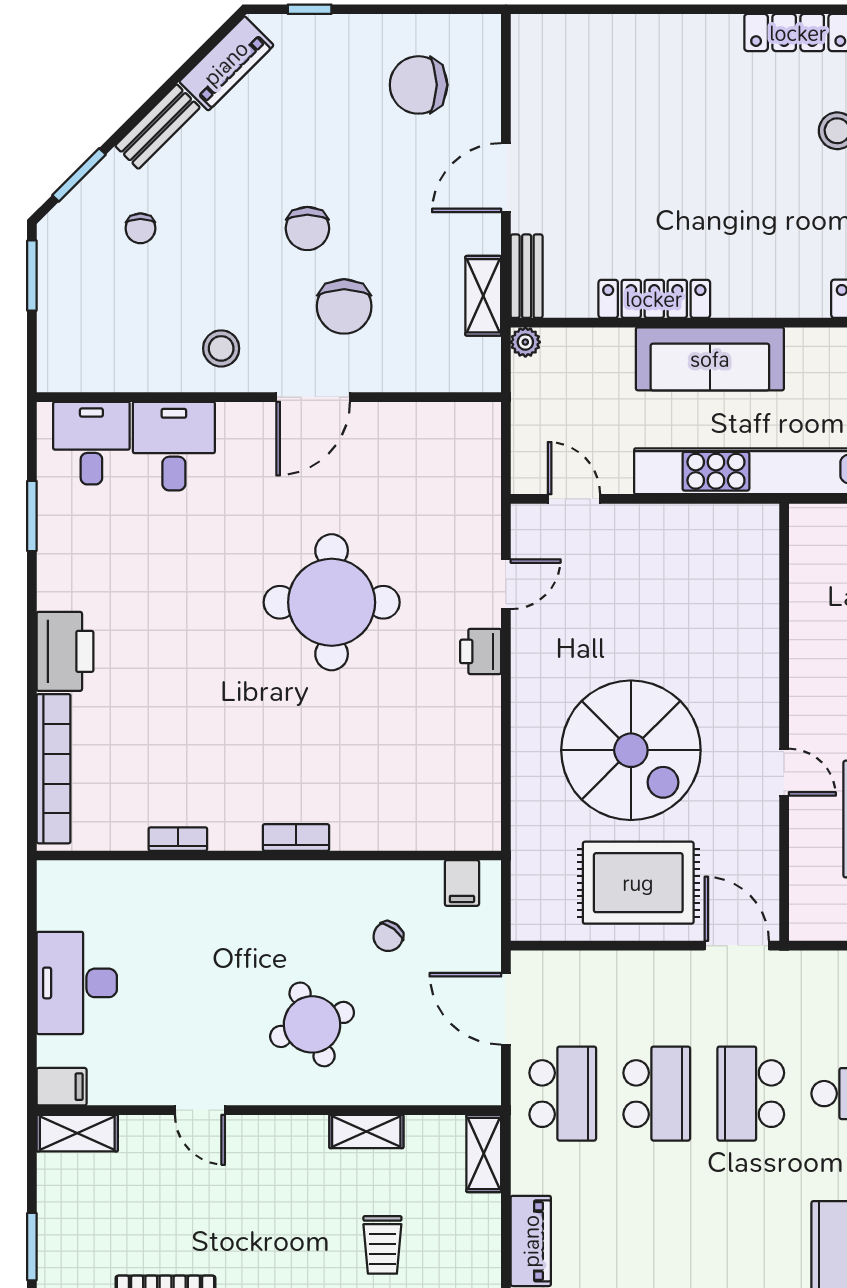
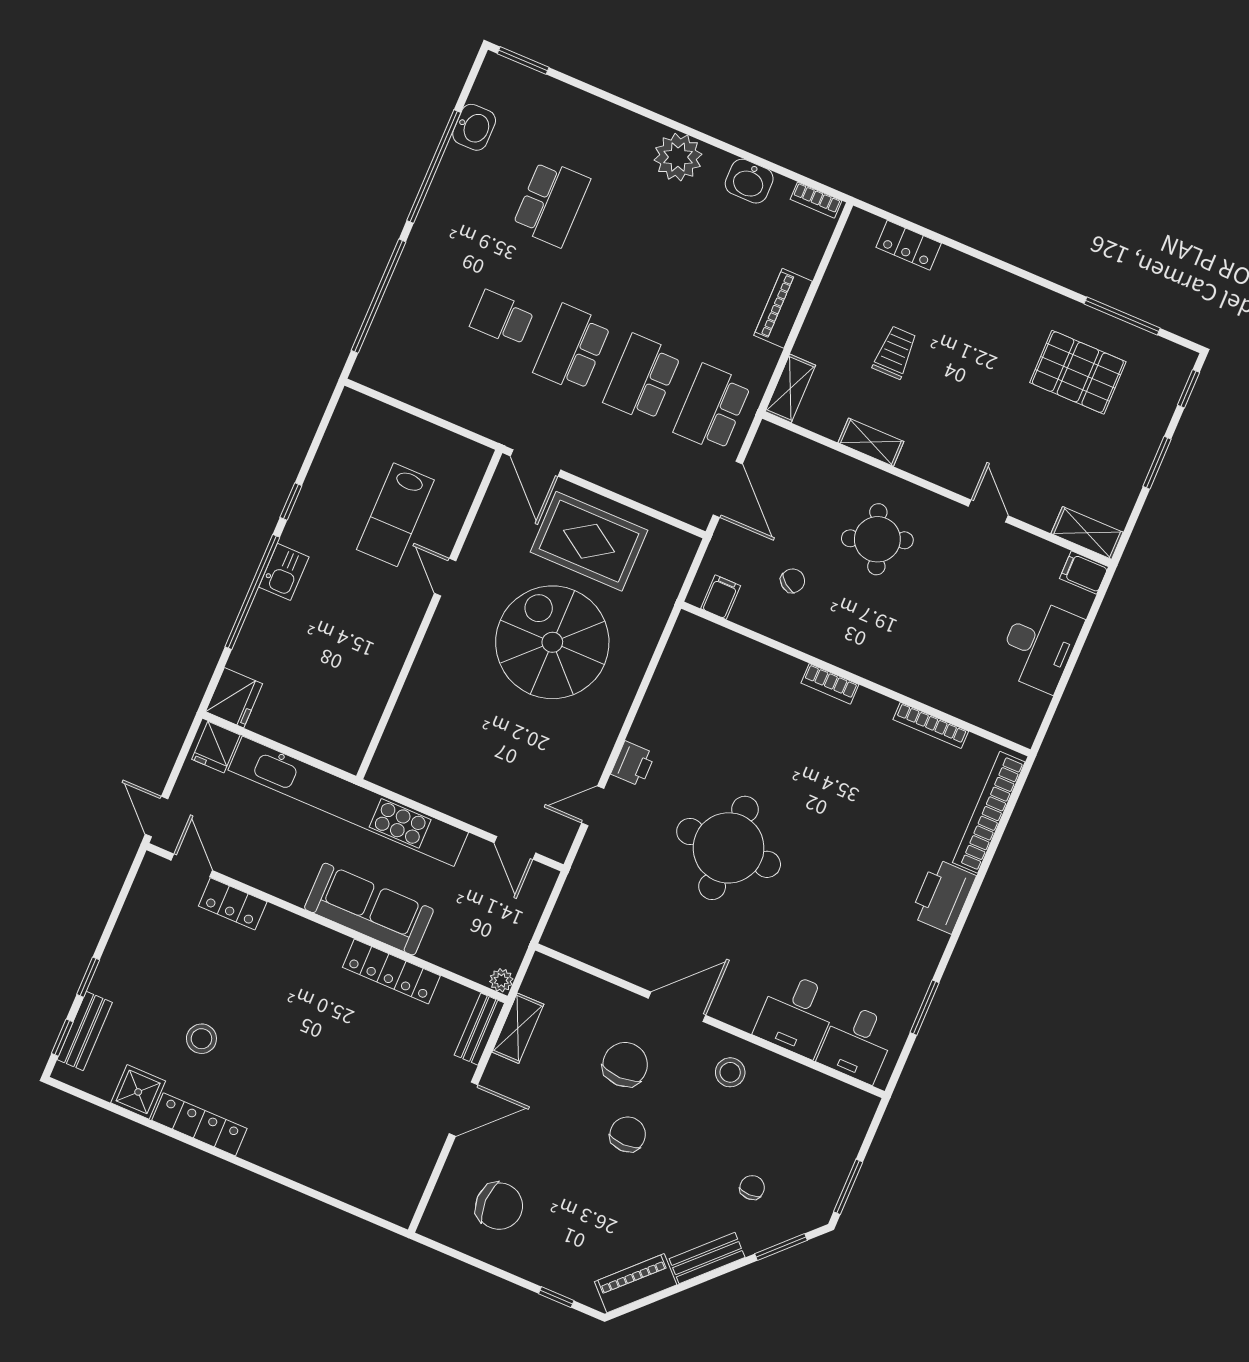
bookcase: (178, 839) -> (931, 725), width x1.56
school desk: (751, 1094) -> (572, 348), turned 180

